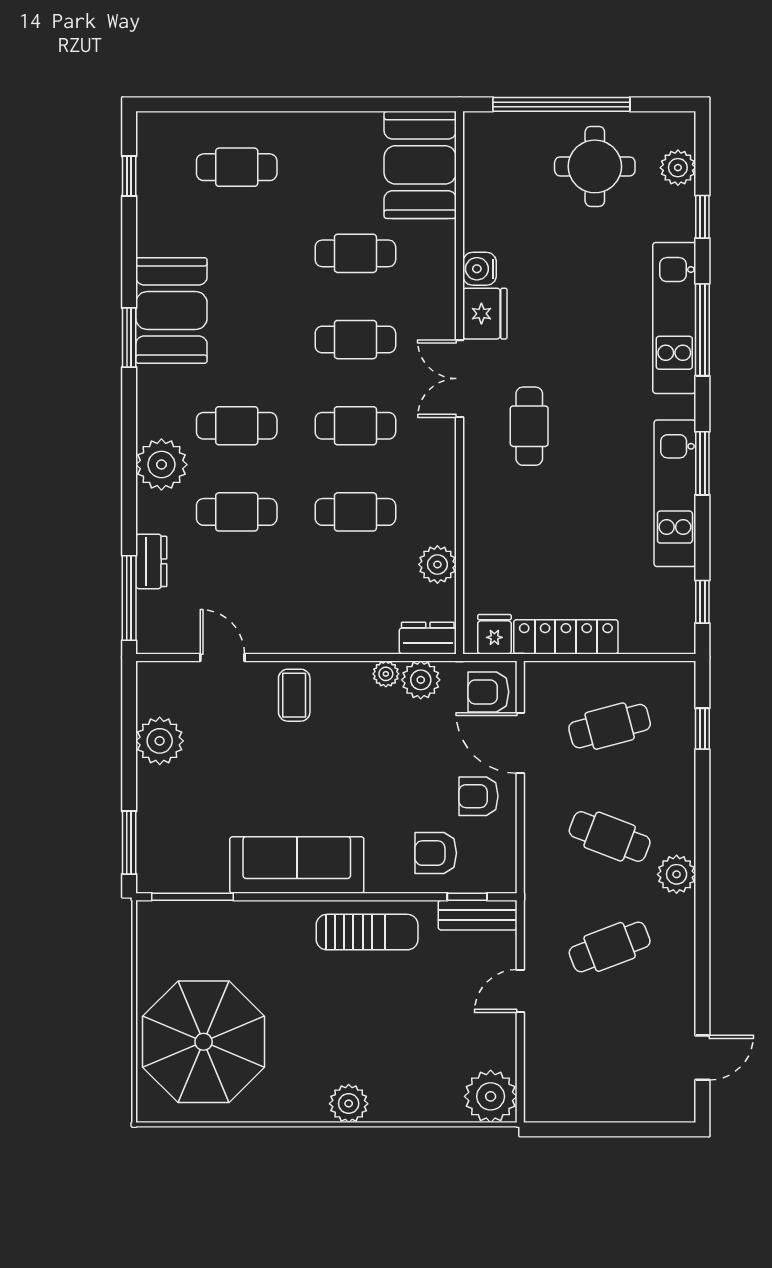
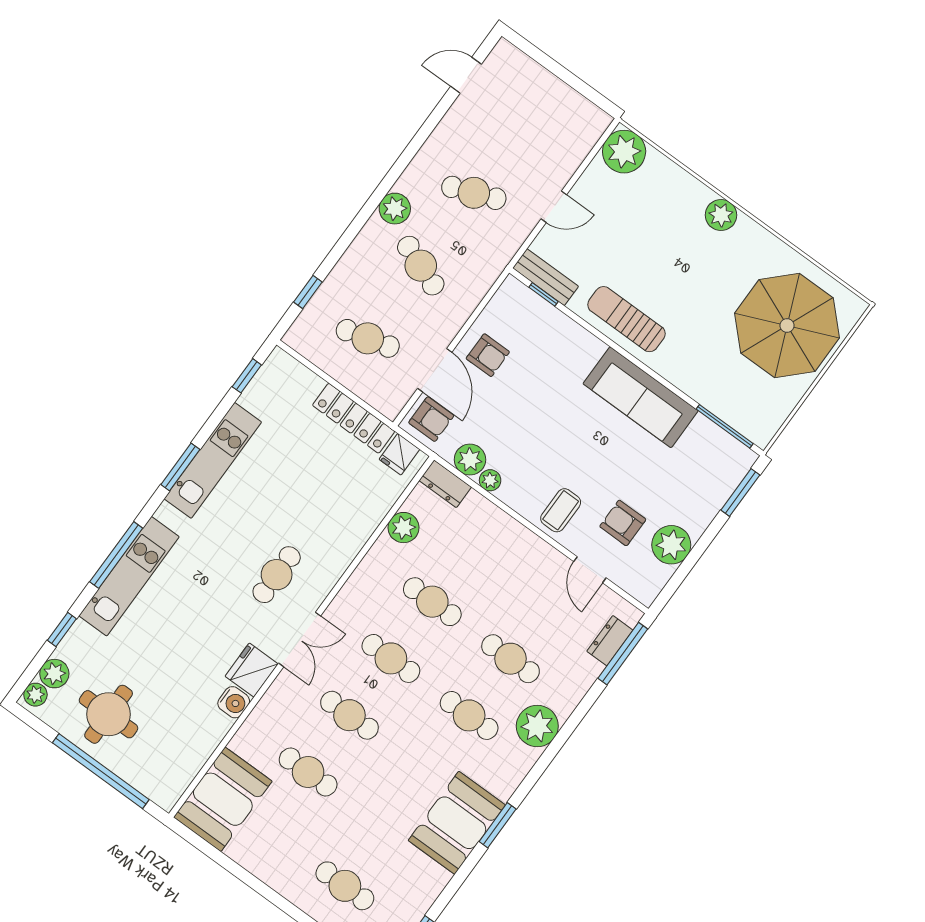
plant: (681, 133) -> (35, 695), added
dresser: (151, 561) -> (610, 641), moved
armchair: (436, 853) -> (623, 523), moved, turned 180

